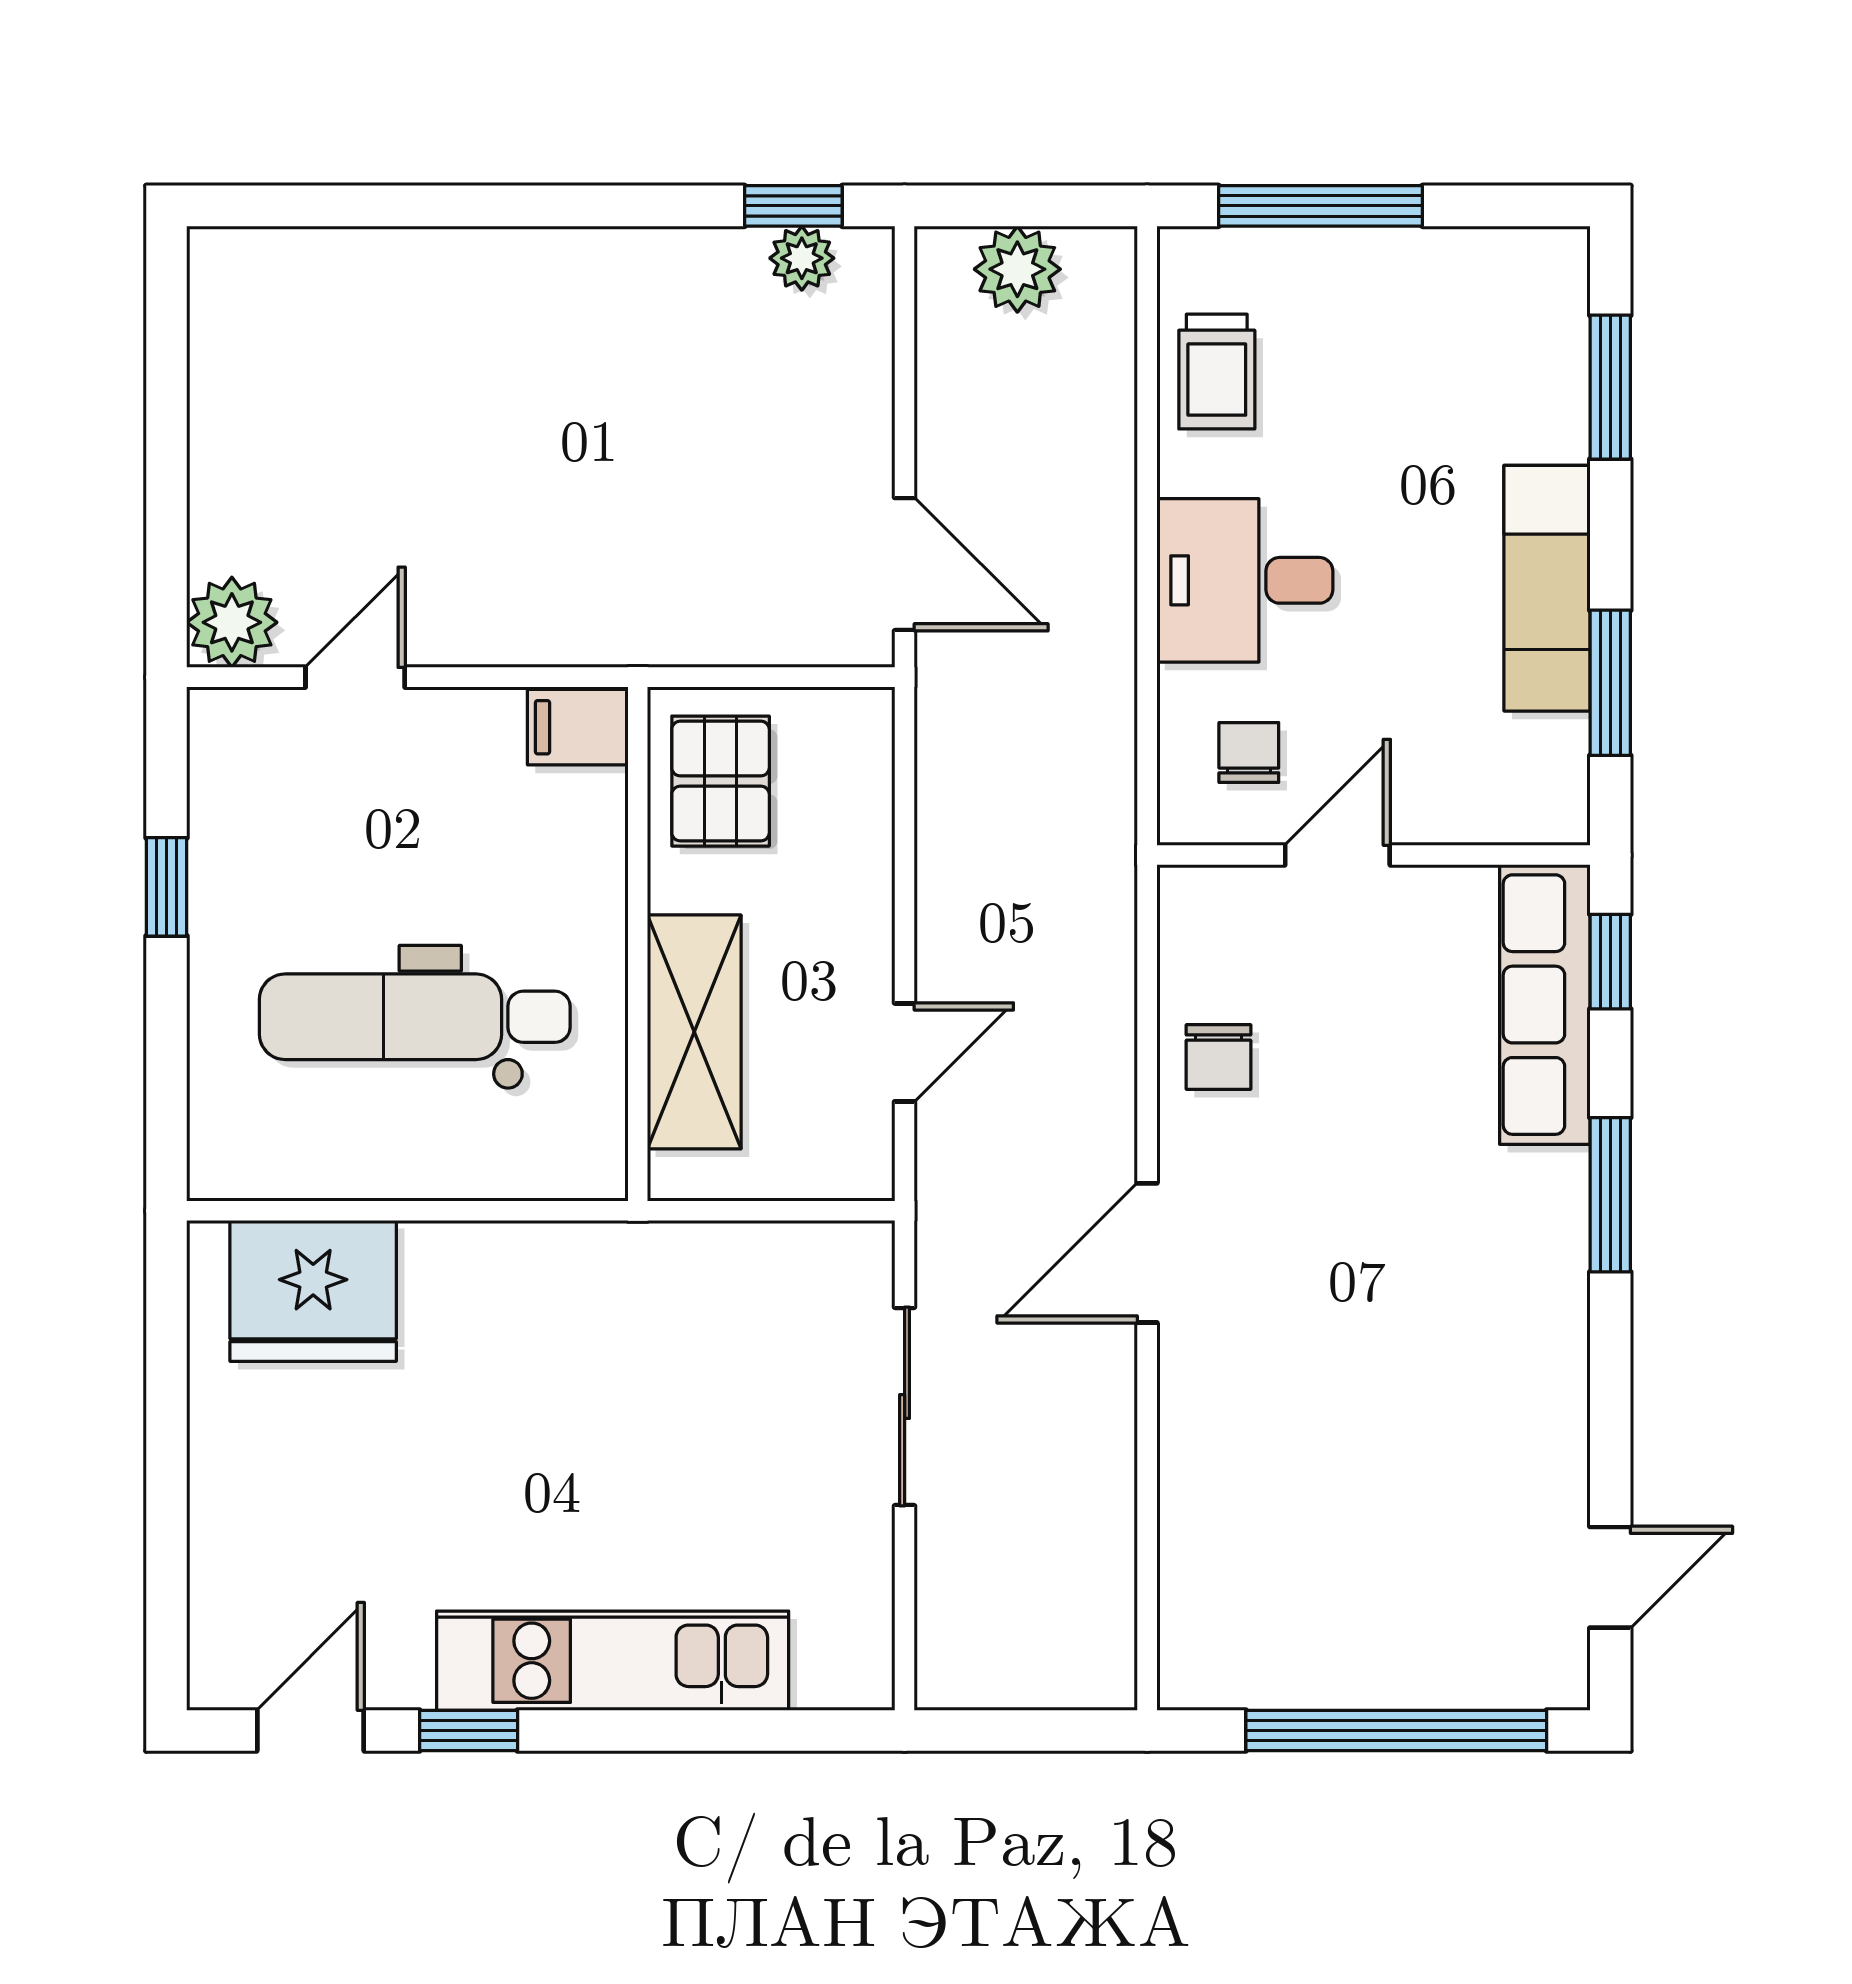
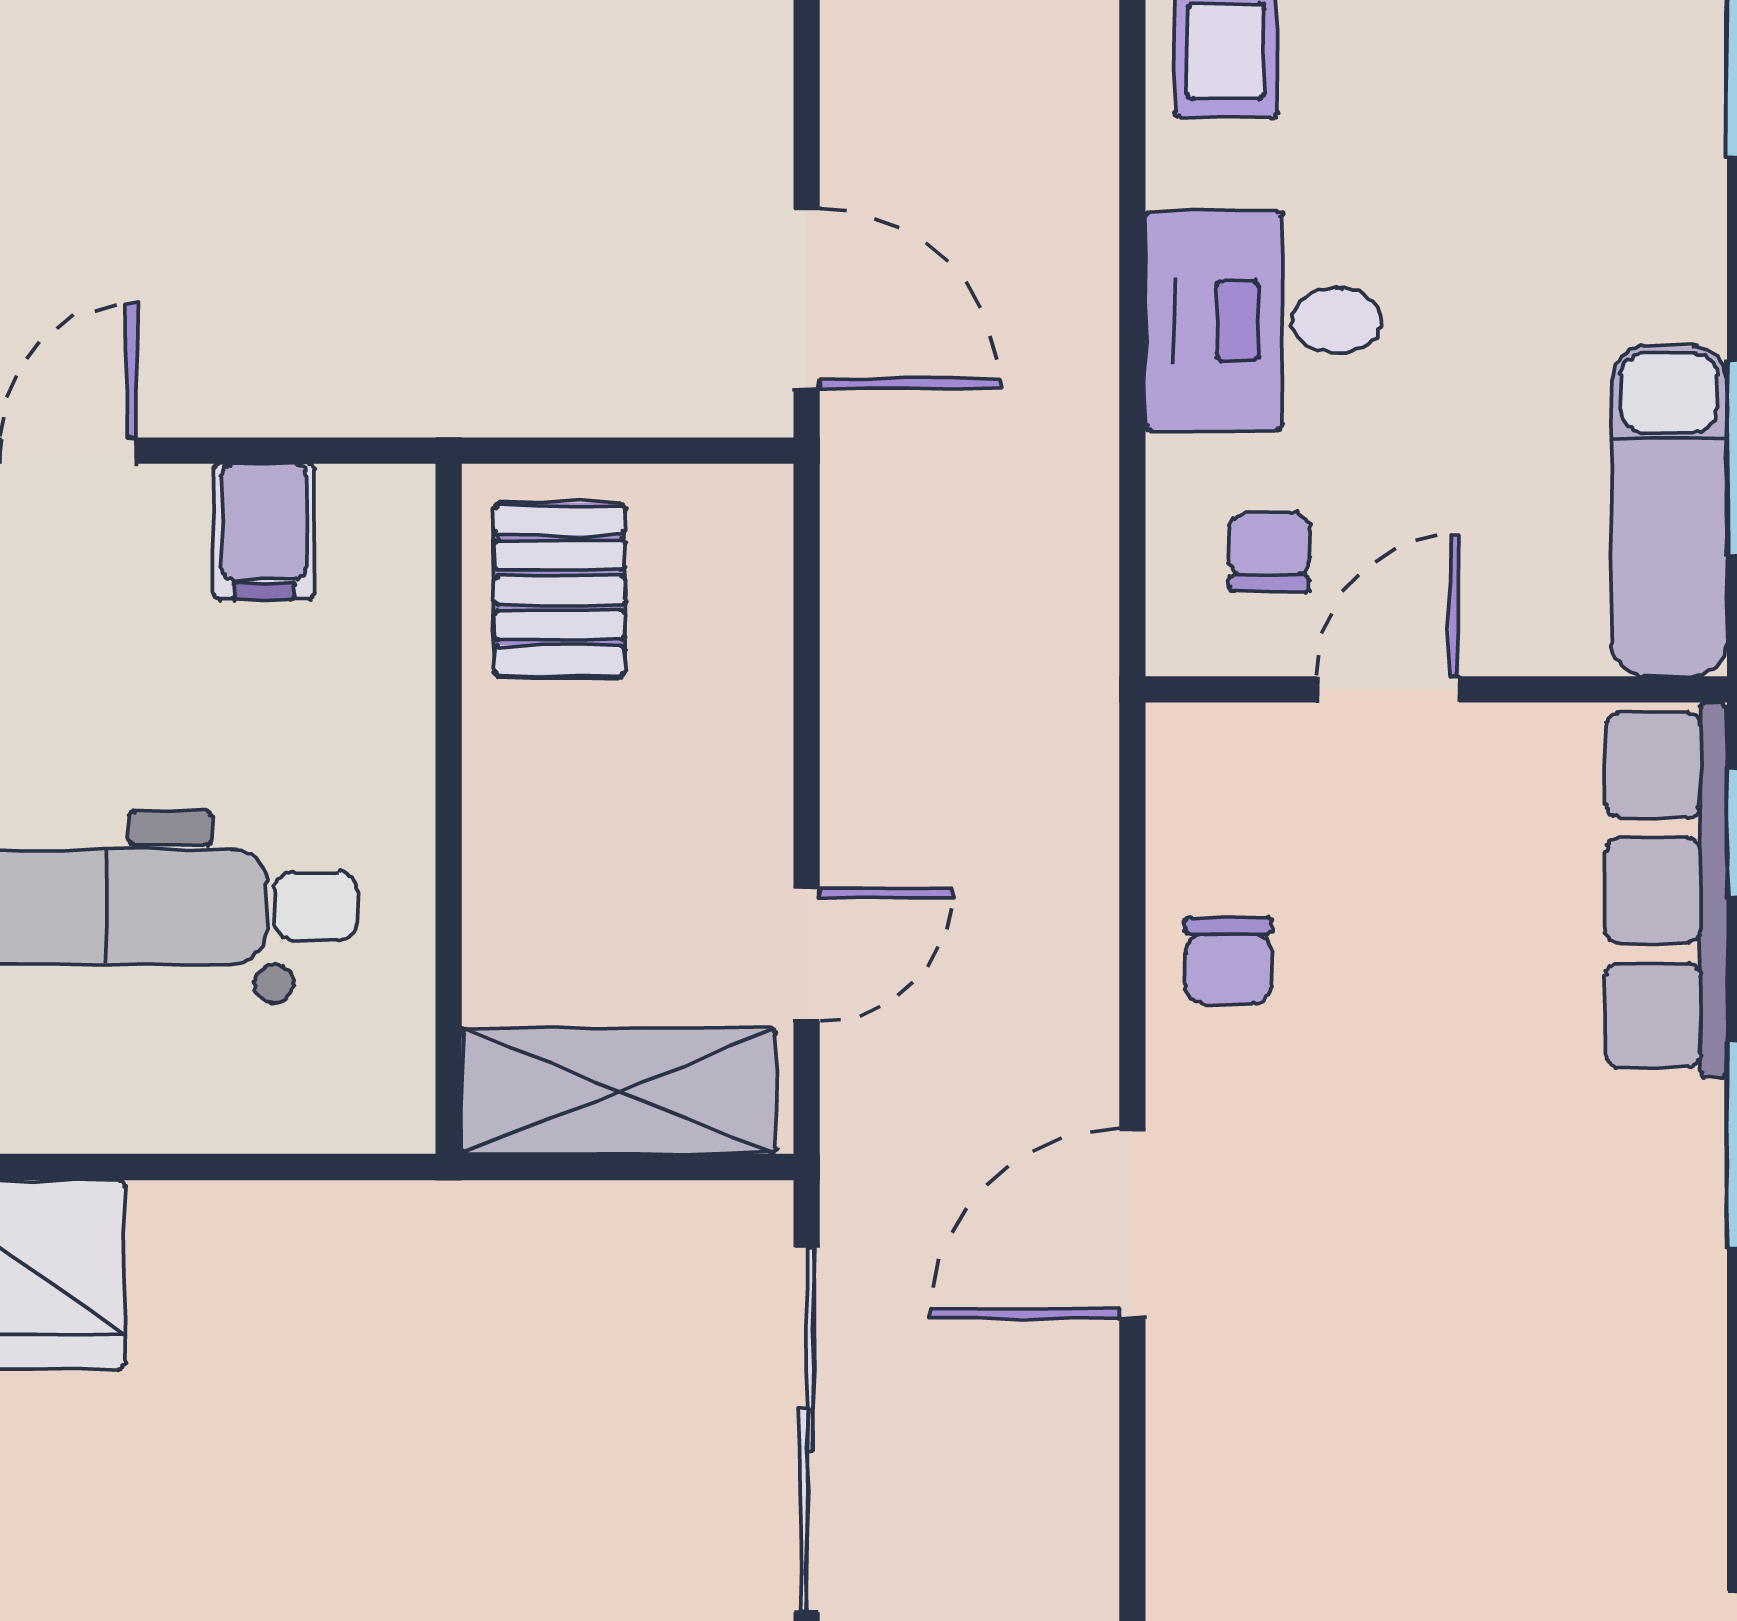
exam couch: (1547, 588) -> (1669, 511), moved
filing cabinet: (578, 727) -> (264, 531), moved, turned -90
shelving: (694, 1032) -> (619, 1091), moved, turned 90
sliding door: (905, 1406) -> (807, 1430), width x1.37

